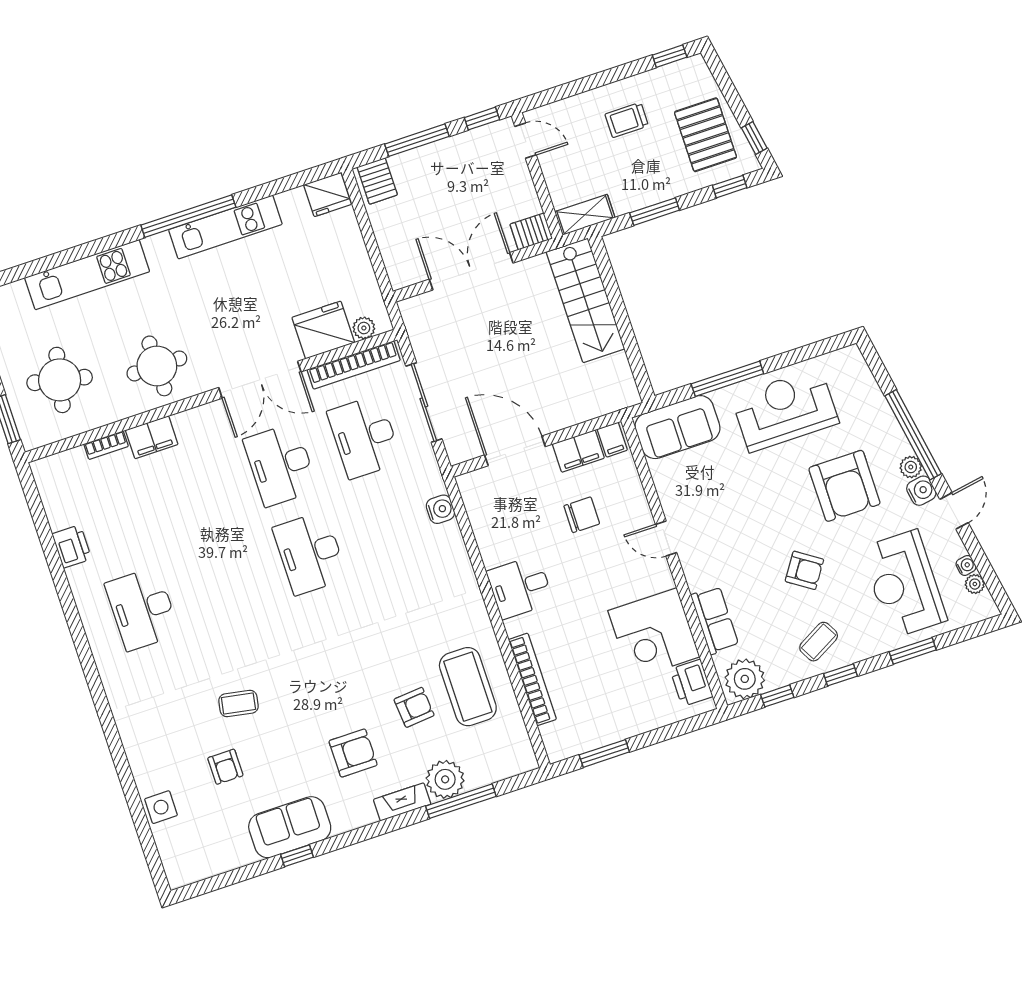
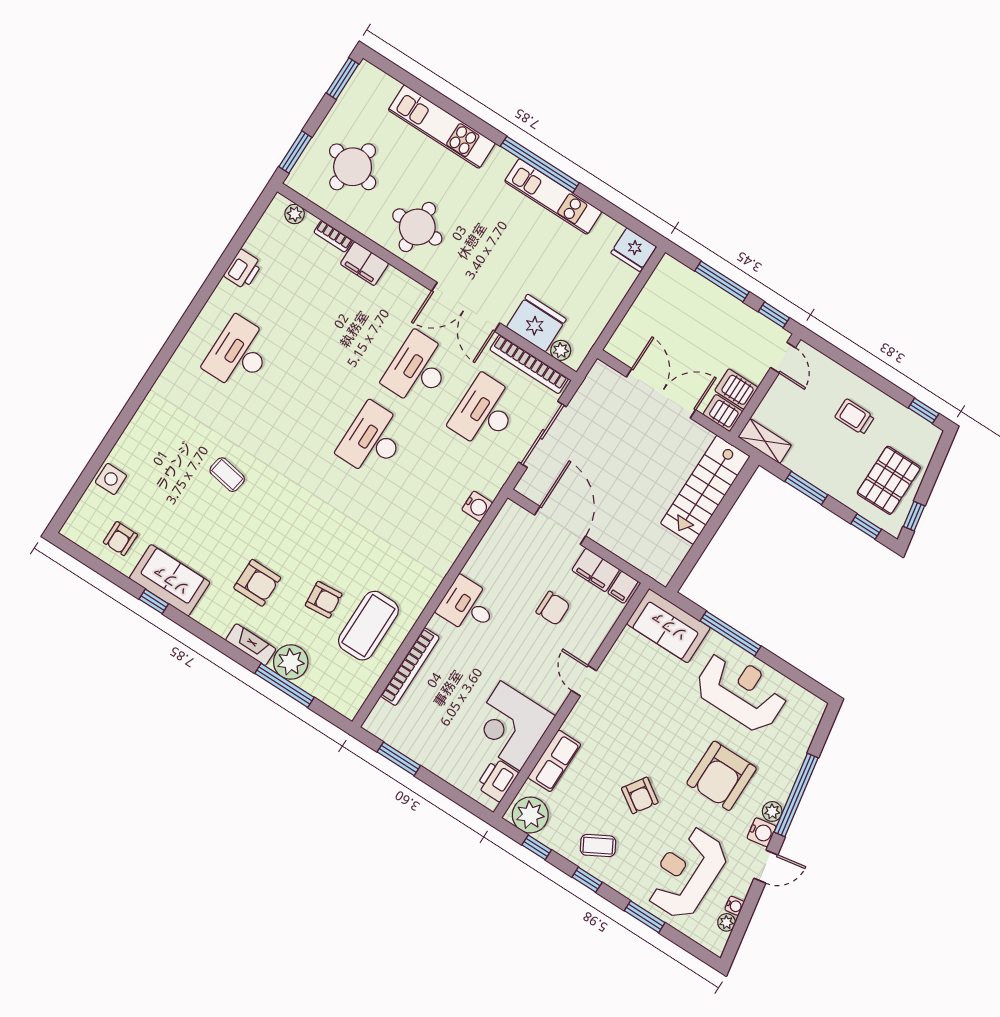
server rack: (377, 181) -> (736, 389), moved, turned 90
plant: (60, 463) -> (295, 214), added
armchair: (225, 767) -> (120, 539), moved

